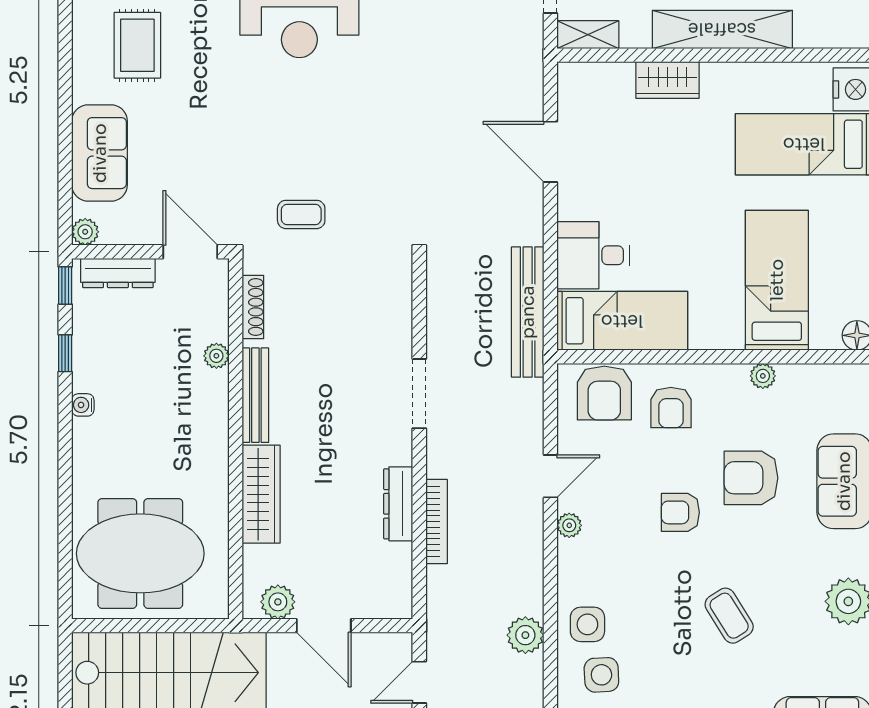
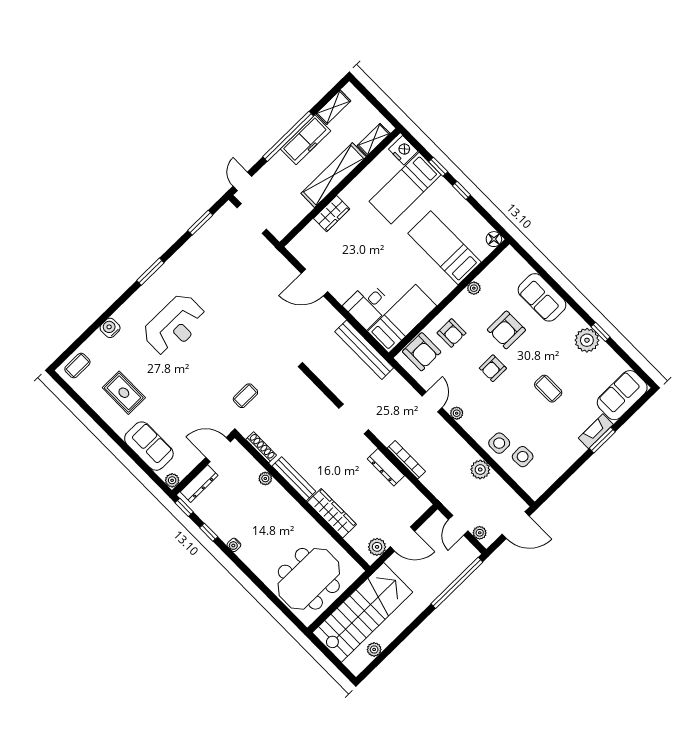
shelving: (588, 35) -> (374, 140), moved
coffee table: (729, 616) -> (548, 389), turned 32

